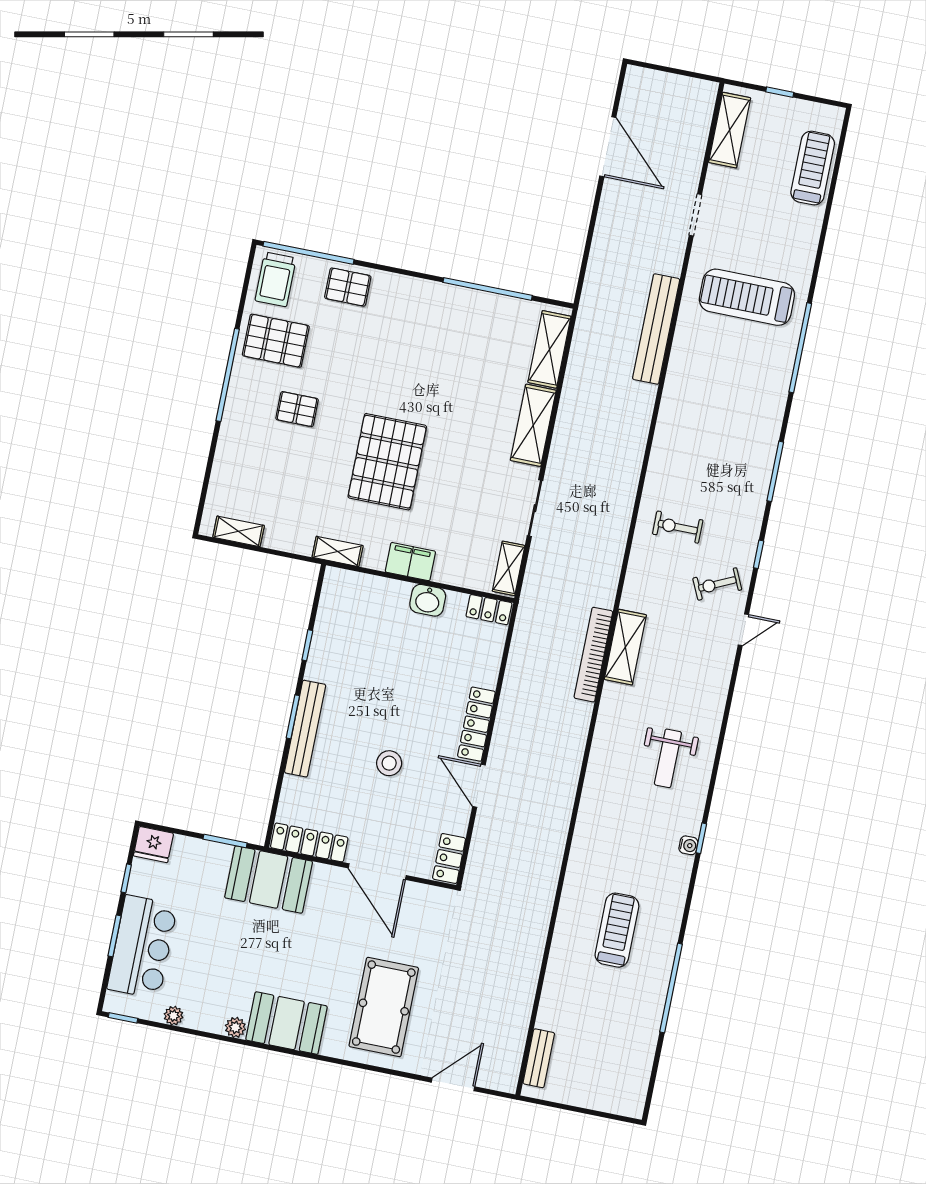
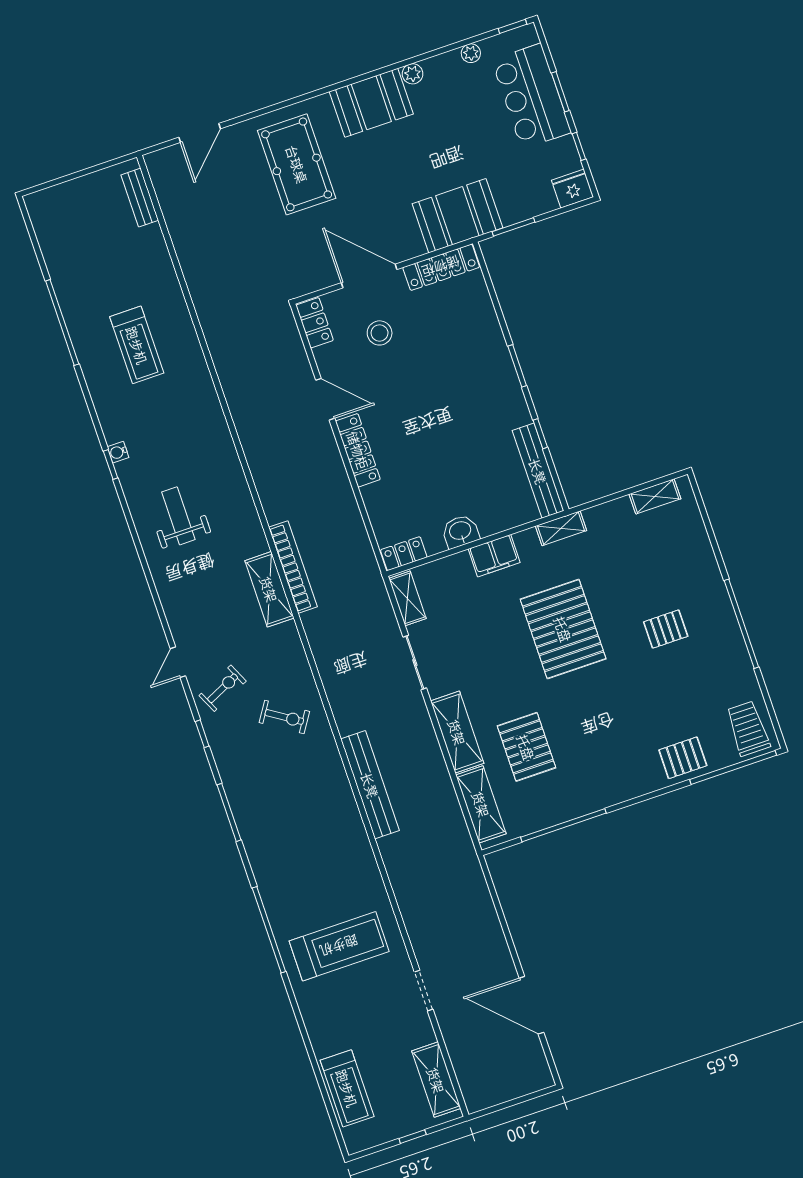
bench: (656, 329) -> (370, 785), moved
pallet: (276, 341) -> (526, 747), moved, turned 90
exercise bike: (678, 527) -> (284, 717), turned 33
bench: (305, 729) -> (538, 471), moved
stool: (389, 763) -> (380, 333), moved

